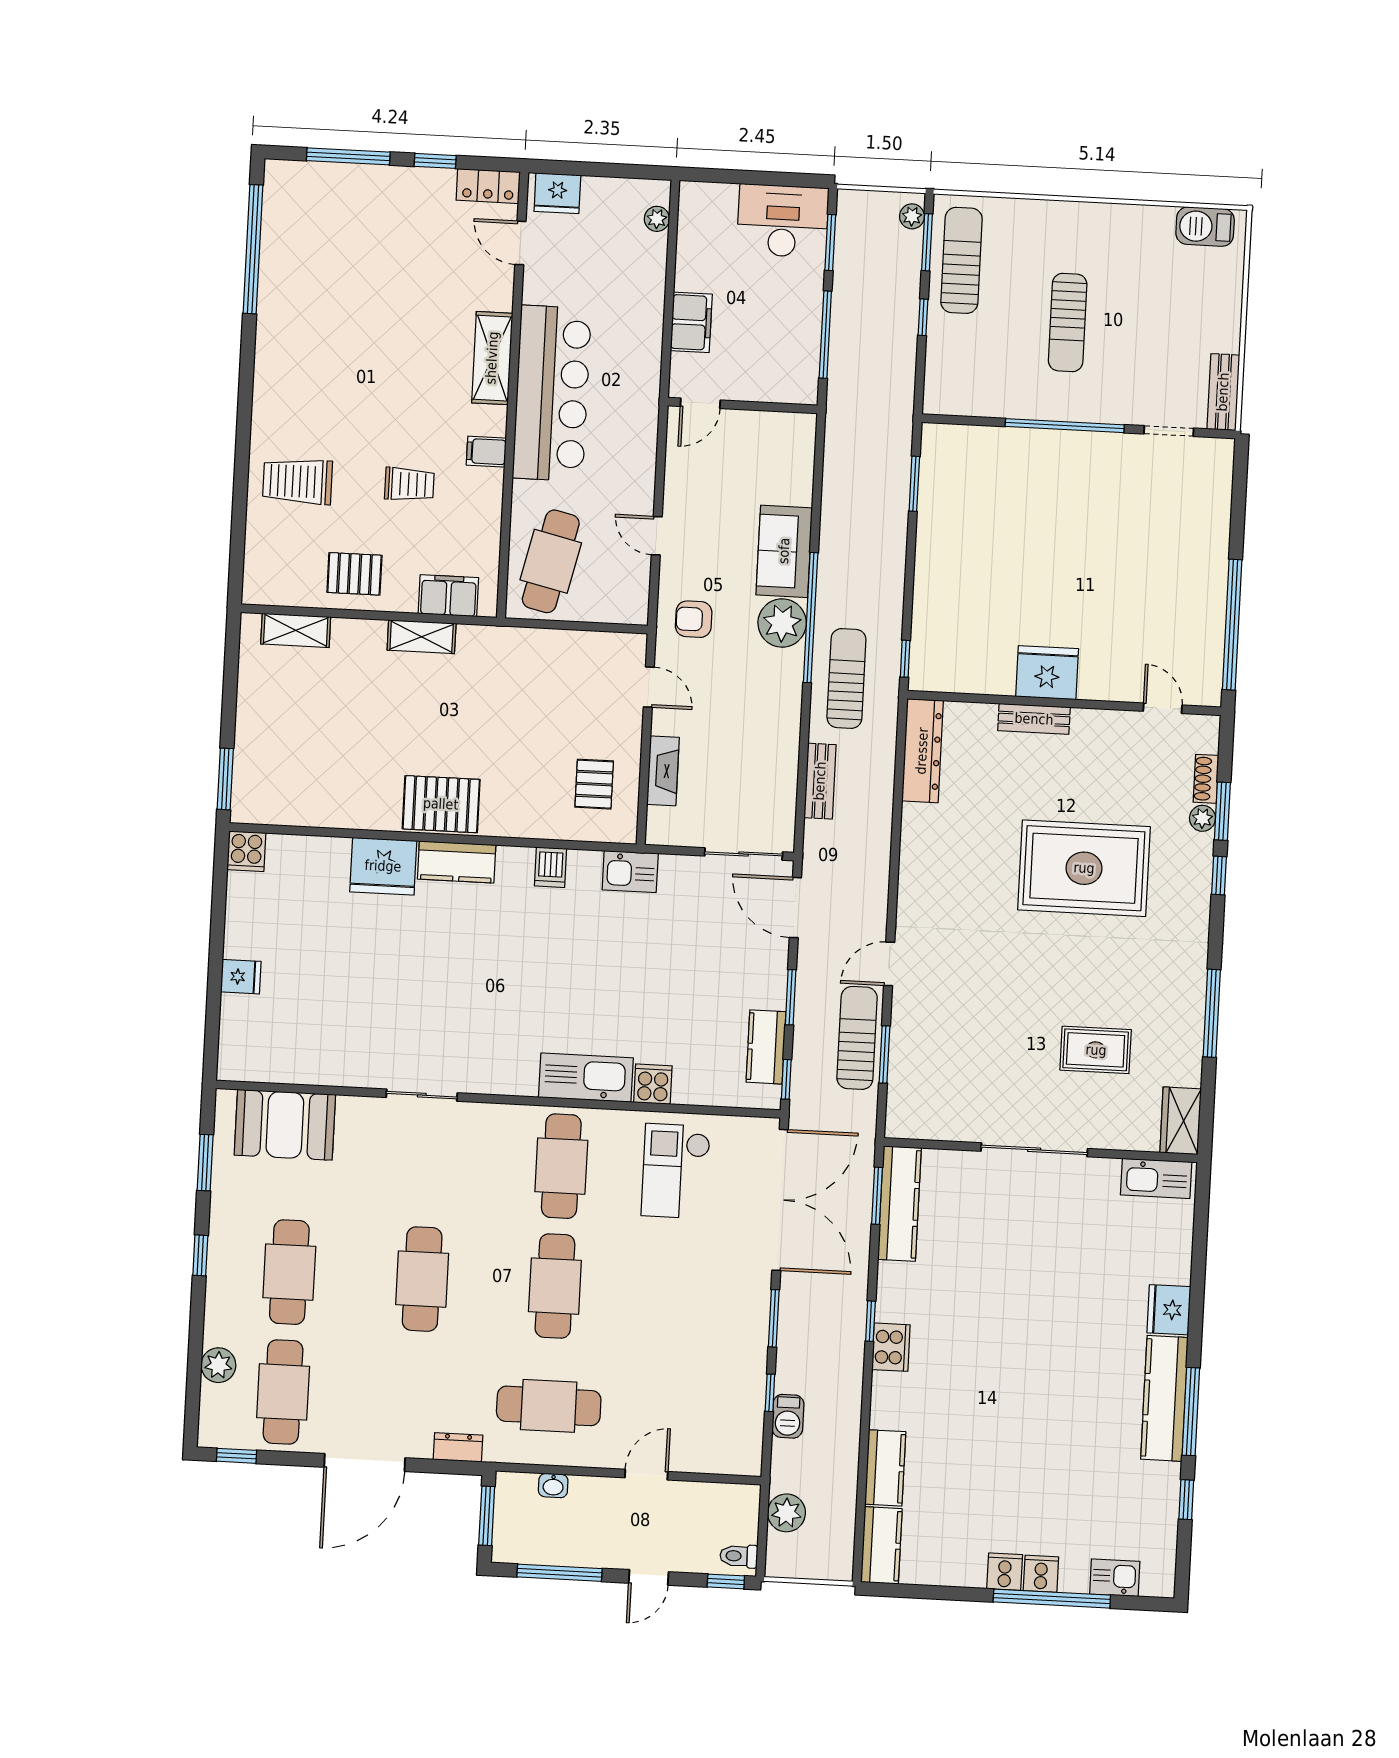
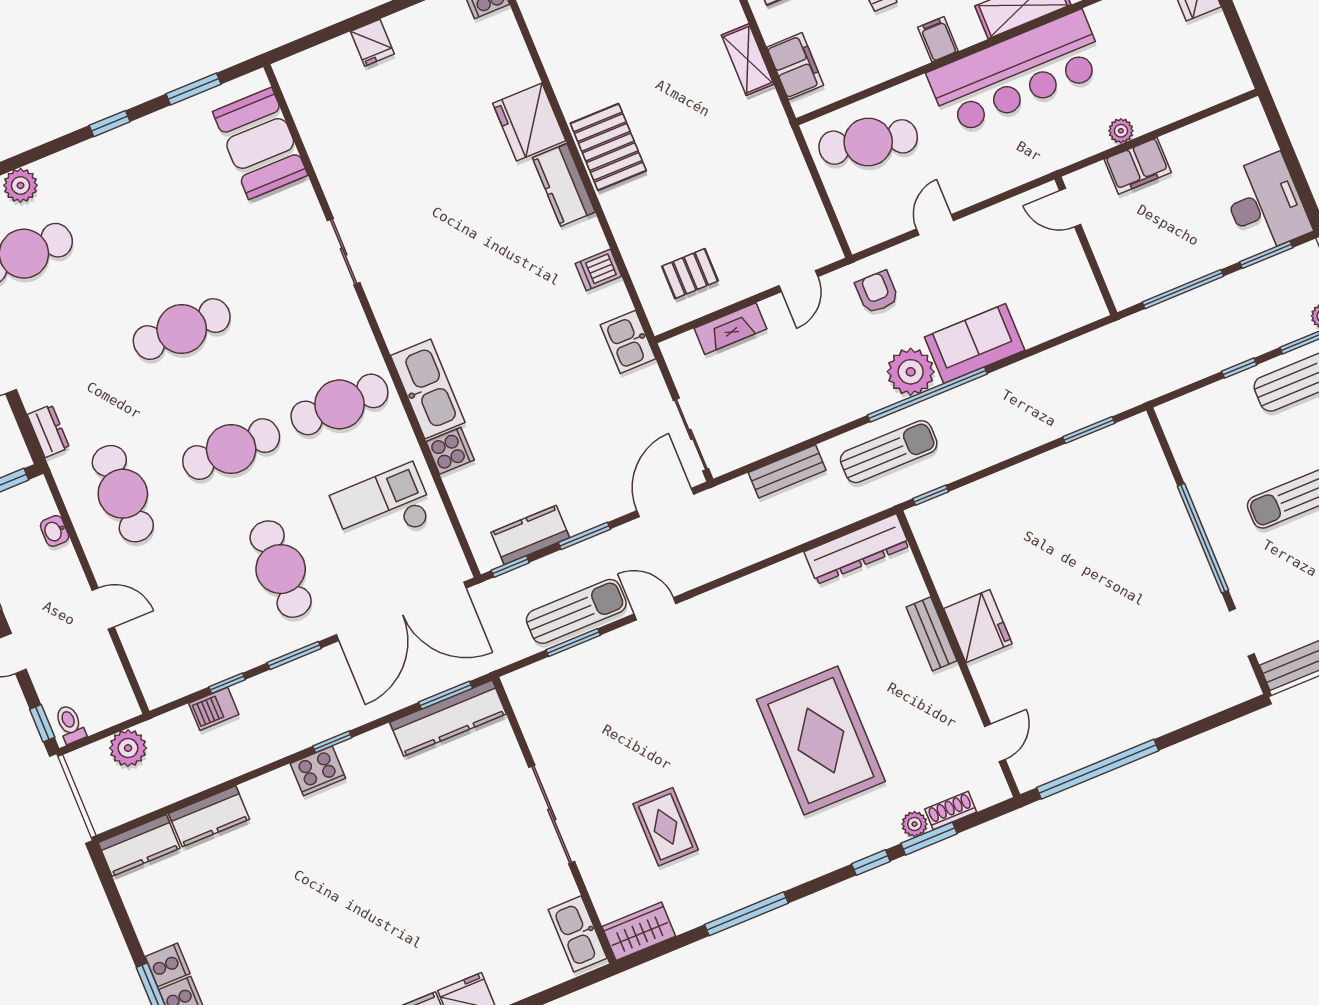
plant: (657, 219) -> (1121, 131), moved
cafe table: (289, 1272) -> (281, 569), moved, turned 90

